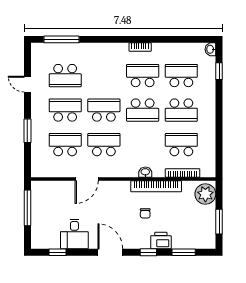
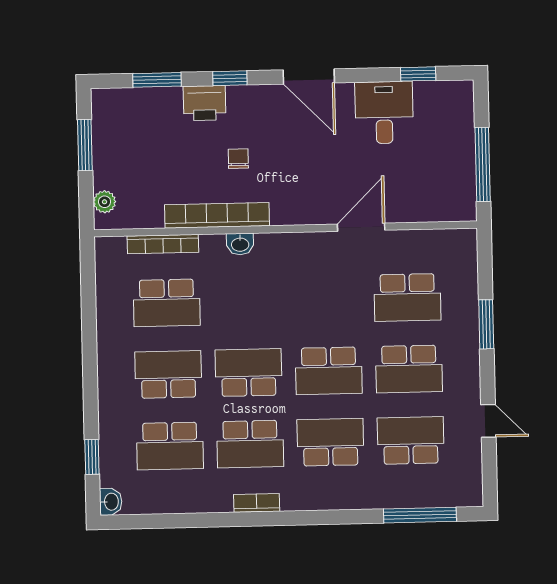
school desk: (104, 145) -> (330, 442), moved, turned 180
plant: (205, 194) -> (105, 202), width x0.53, depth x0.53

